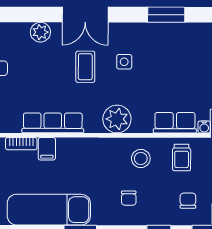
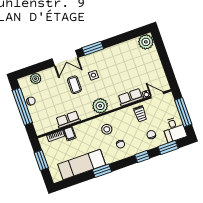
window: (166, 15) -> (93, 48), moved
plant: (40, 32) -> (36, 79), moved
row of seats: (53, 123) -> (68, 119), width x0.68
stool: (141, 158) -> (107, 129), moved

